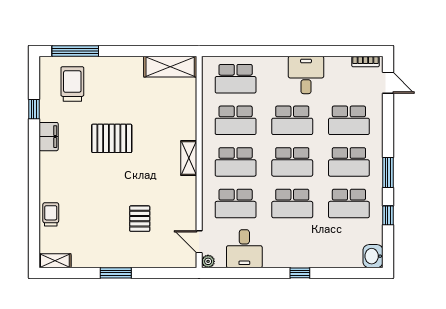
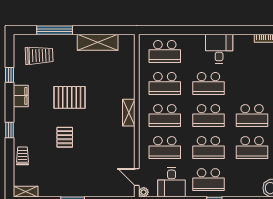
window: (75, 51) -> (55, 30), moved
shelving: (170, 67) -> (98, 42), moved
trolley: (72, 84) -> (39, 55), turned 88
school desk: (349, 120) -> (208, 180), moved
window: (34, 181) -> (10, 130), added
pallet: (140, 219) -> (65, 137), moved

